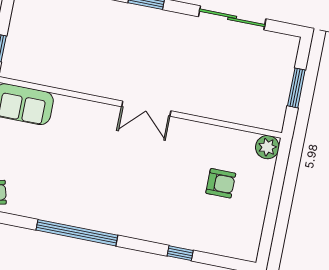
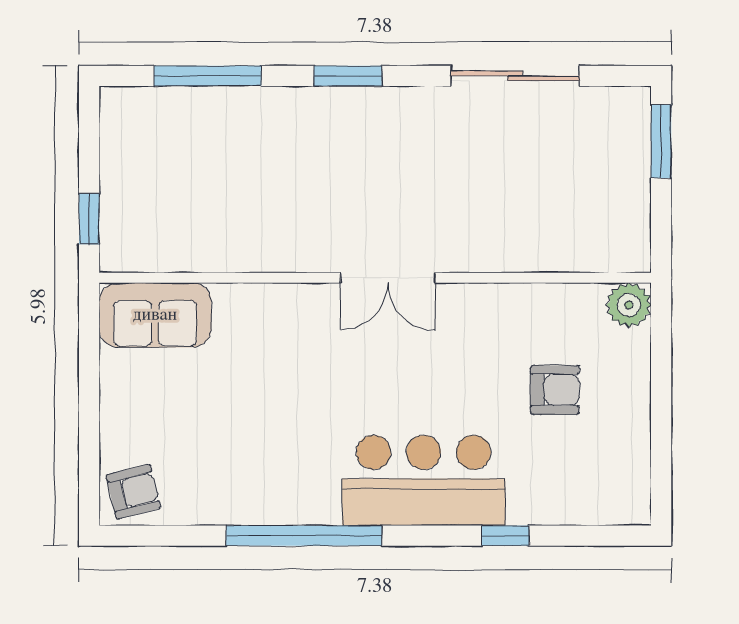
window: (296, 88) -> (661, 141), moved
bar counter: (144, 216) -> (424, 480), added

